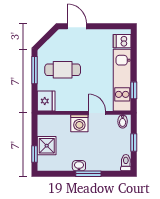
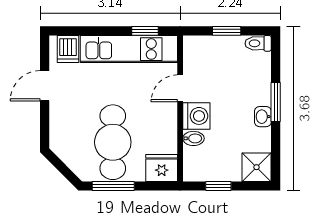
door: (77, 26) -> (45, 86), moved
cafe table: (63, 70) -> (113, 142), width x1.37, depth x1.35
bidet: (123, 121) -> (193, 138), moved
shower: (47, 146) -> (257, 167), moved
window: (35, 154) -> (218, 186), moved

